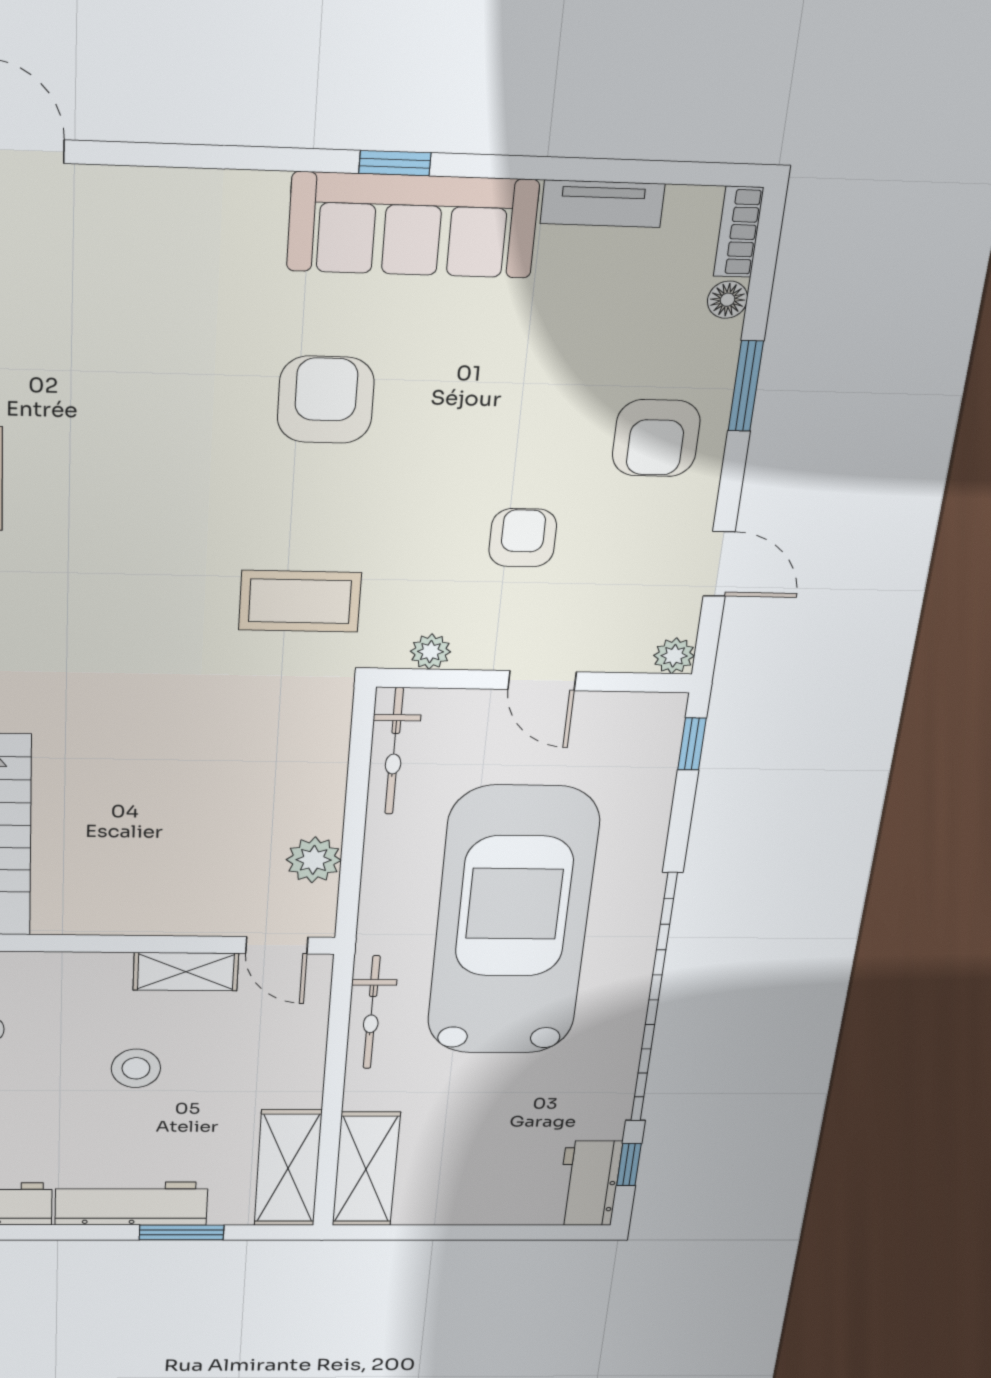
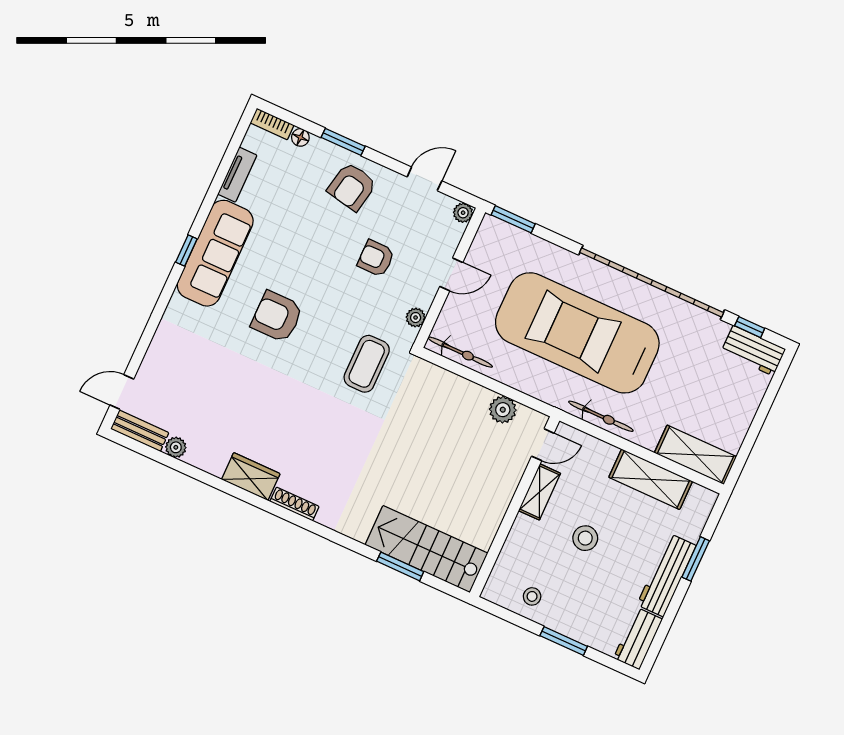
armchair: (656, 438) -> (352, 187), turned 101
window: (692, 744) -> (513, 219), width x1.50
shelving: (288, 1168) -> (651, 479), moved

